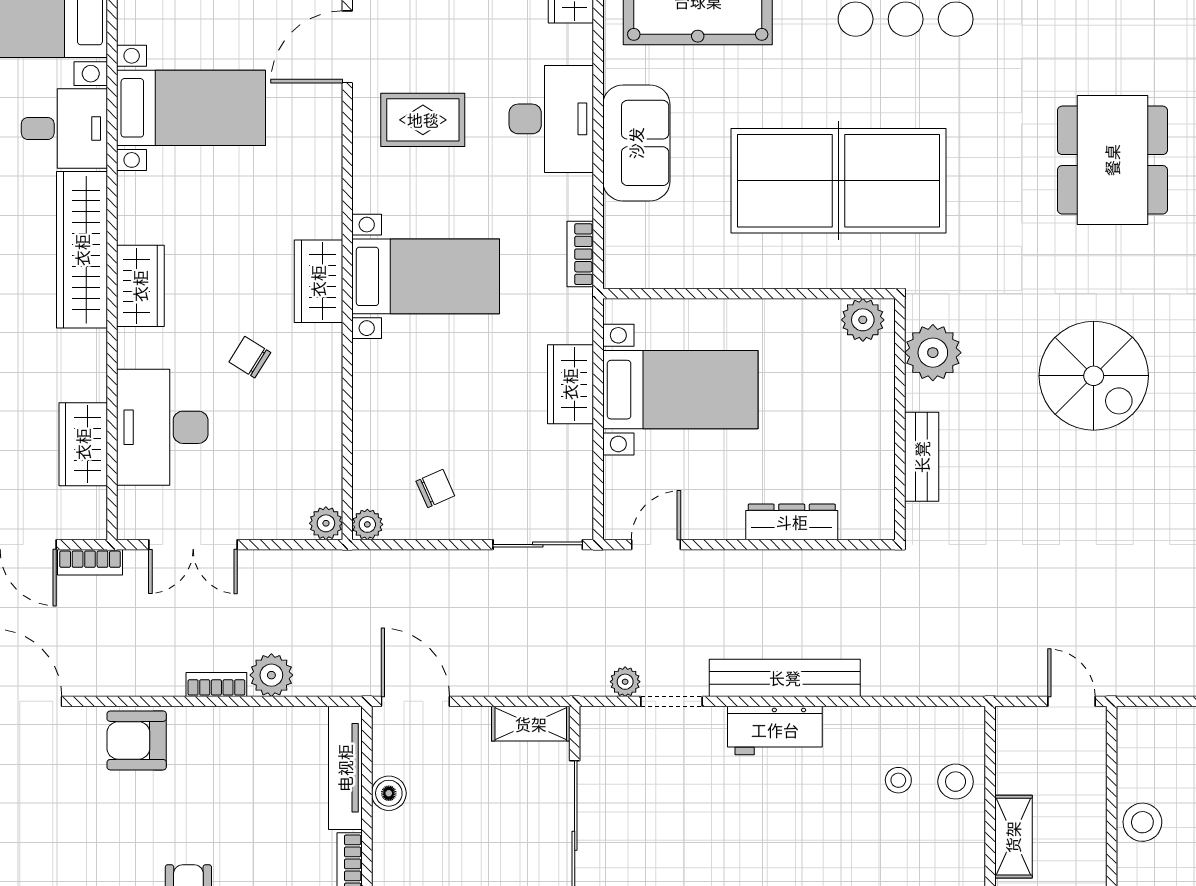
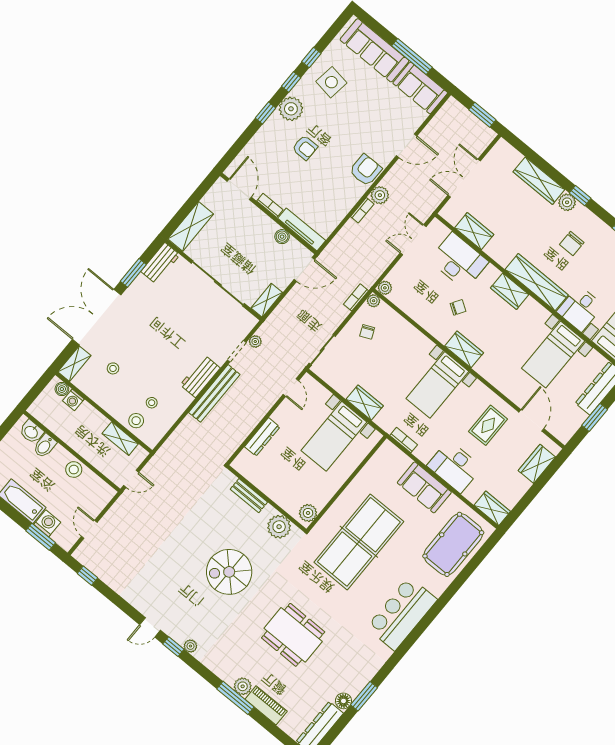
bookcase: (90, 562) -> (356, 297), moved
plant: (271, 675) -> (380, 195), moved
shelving: (1013, 837) -> (120, 439), moved

